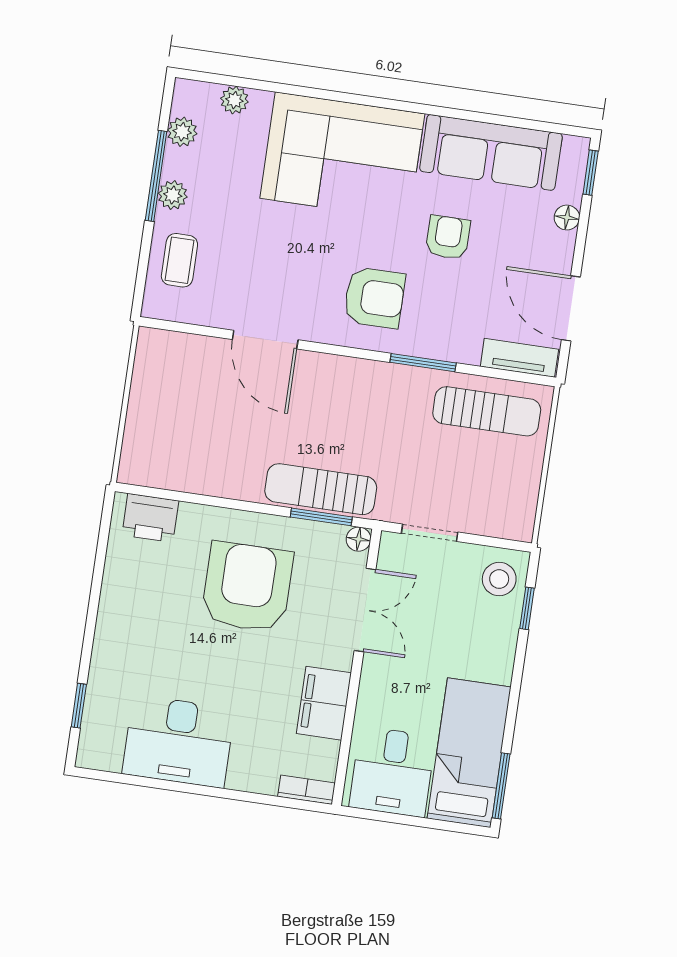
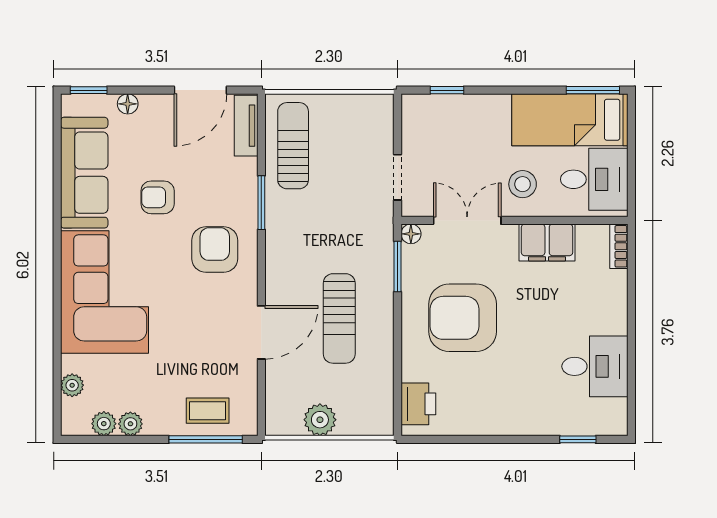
window: (156, 176) -> (206, 439), moved
plant: (173, 195) -> (130, 424), moved
plant: (149, 395) -> (320, 420), added
sun lounger: (321, 489) -> (339, 318), moved
stool: (499, 579) -> (523, 184), moved
desk: (178, 741) -> (595, 366), width x0.73

